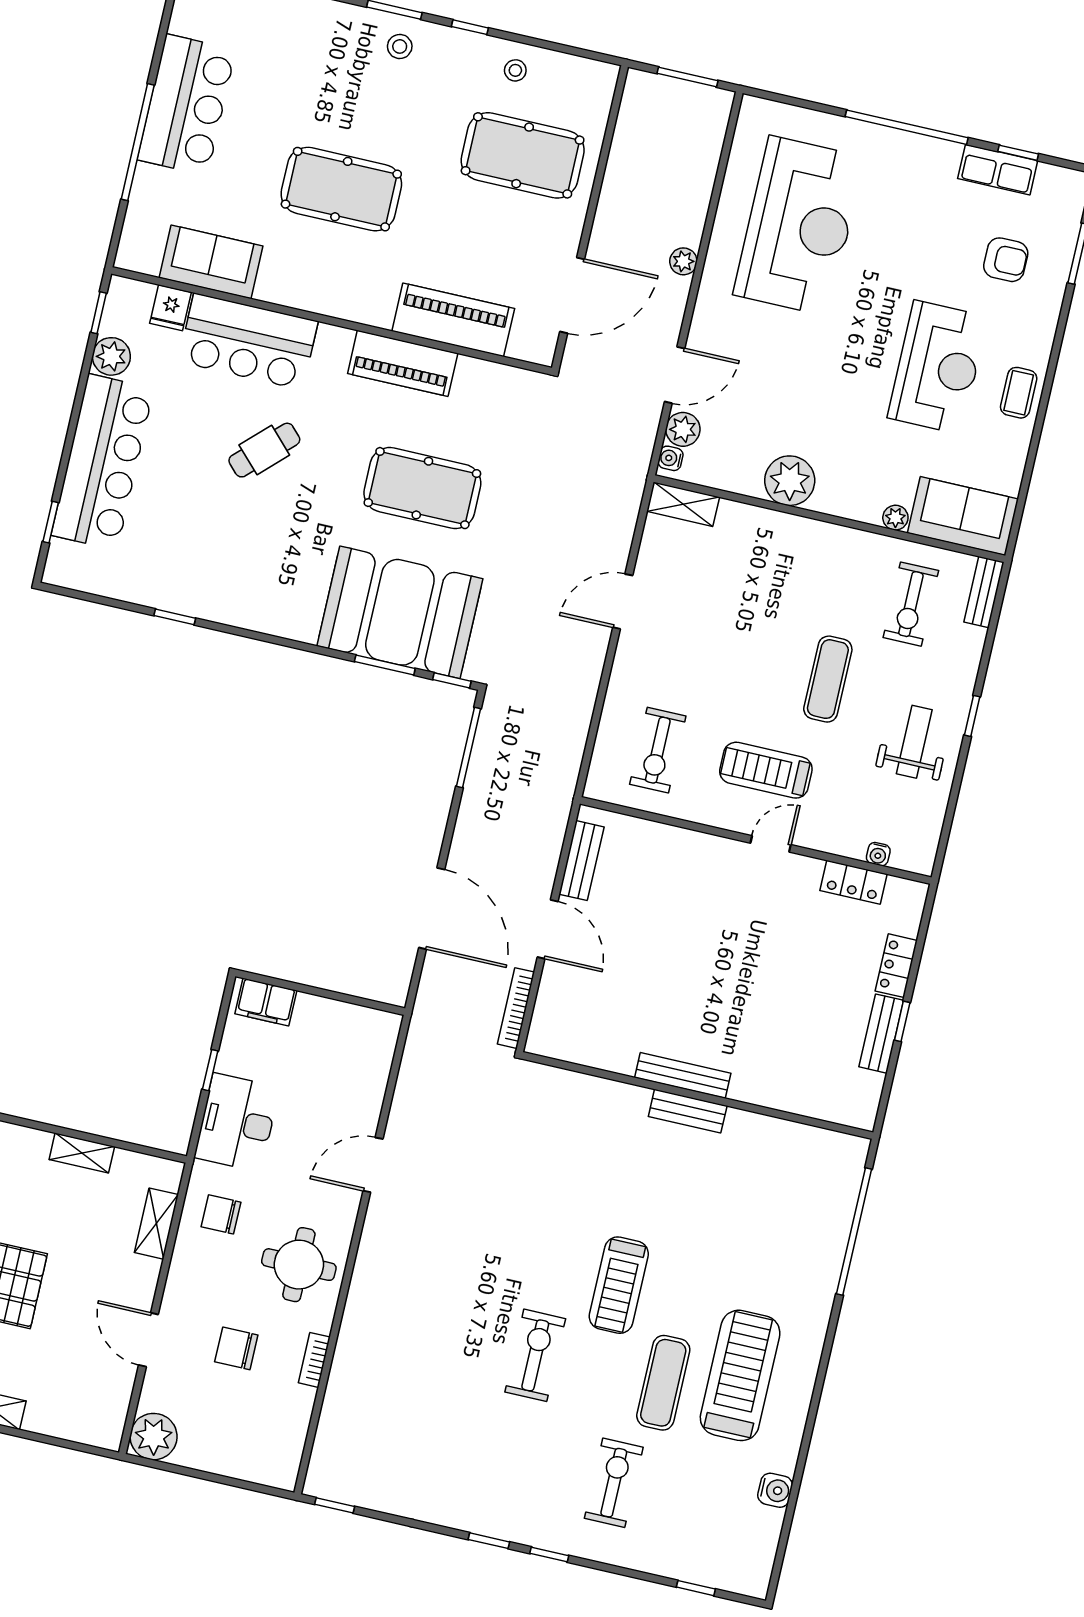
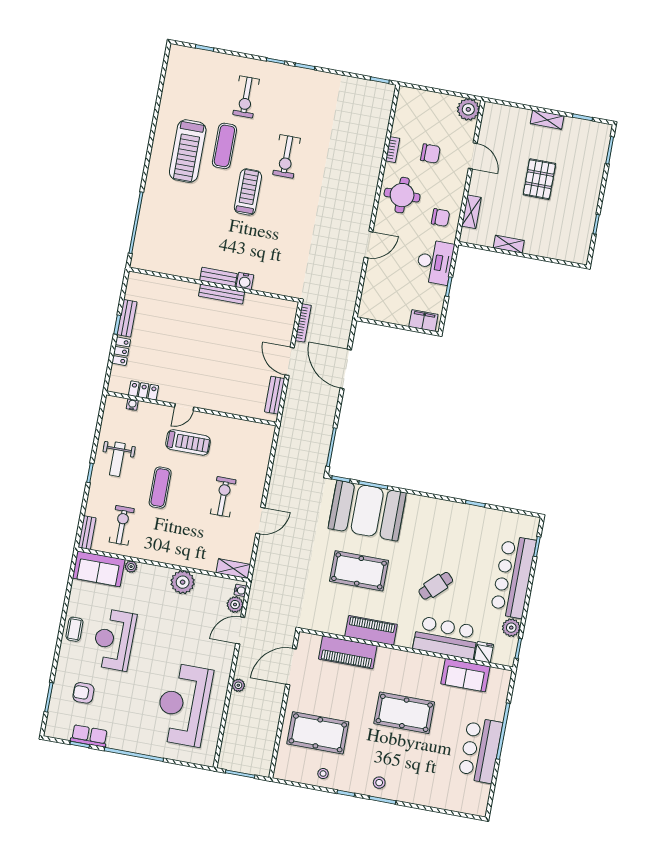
exercise bike: (658, 750) -> (223, 497), moved
water cooler: (775, 1490) -> (245, 281), moved, turned -90

